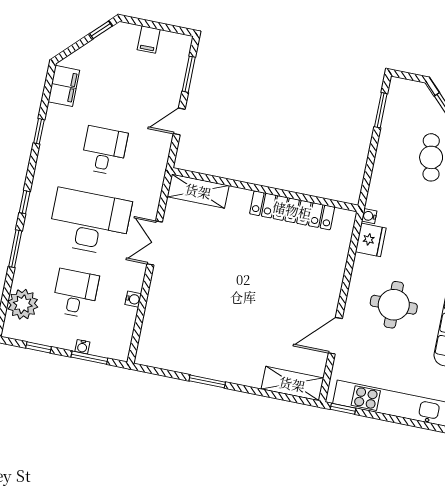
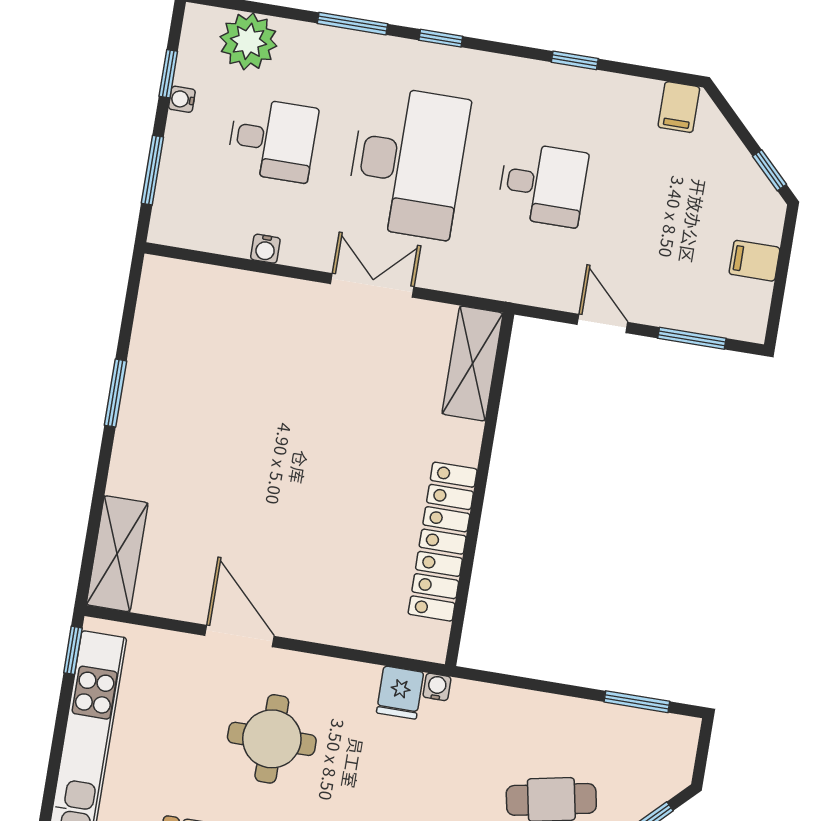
filing cabinet: (64, 86) -> (679, 107), width x0.50
fridge: (371, 240) -> (400, 693), width x0.72
door: (335, 336) -> (240, 636), moved
water cooler: (82, 347) -> (182, 99), moved

